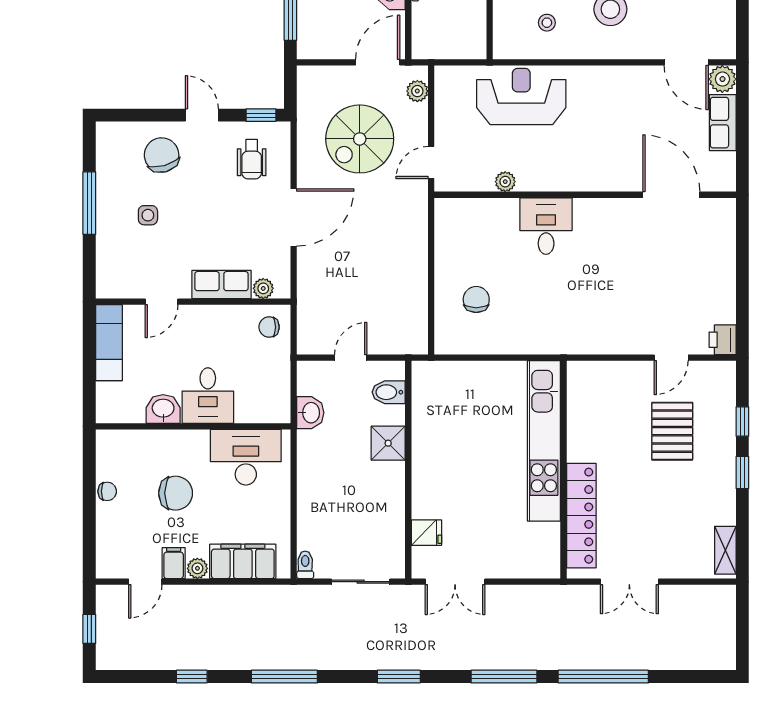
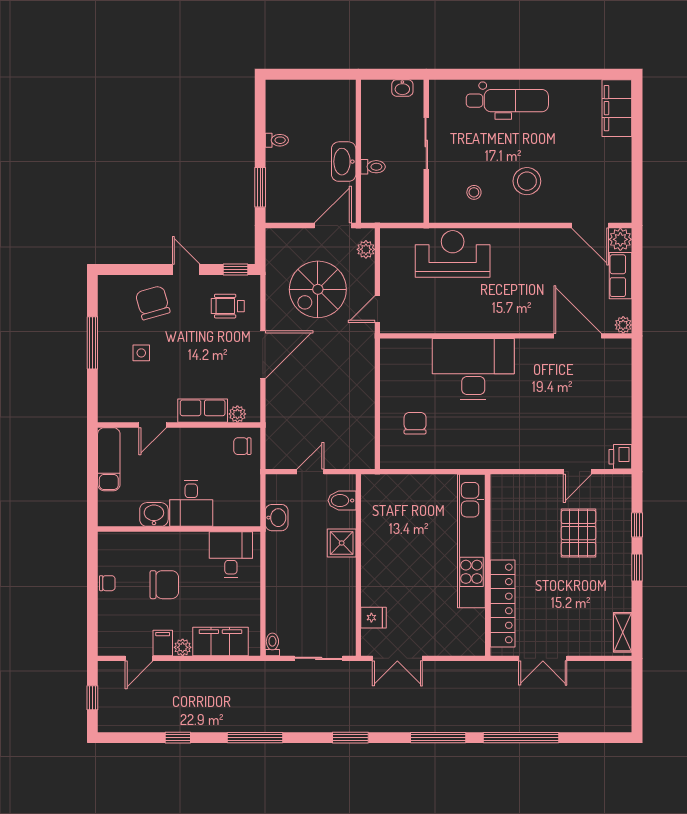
wheelchair: (252, 159) -> (228, 306), turned 90
plant: (505, 182) -> (623, 325), moved
desk: (546, 226) -> (473, 369), width x1.87, depth x1.30
desk: (246, 457) -> (231, 555), width x0.73

